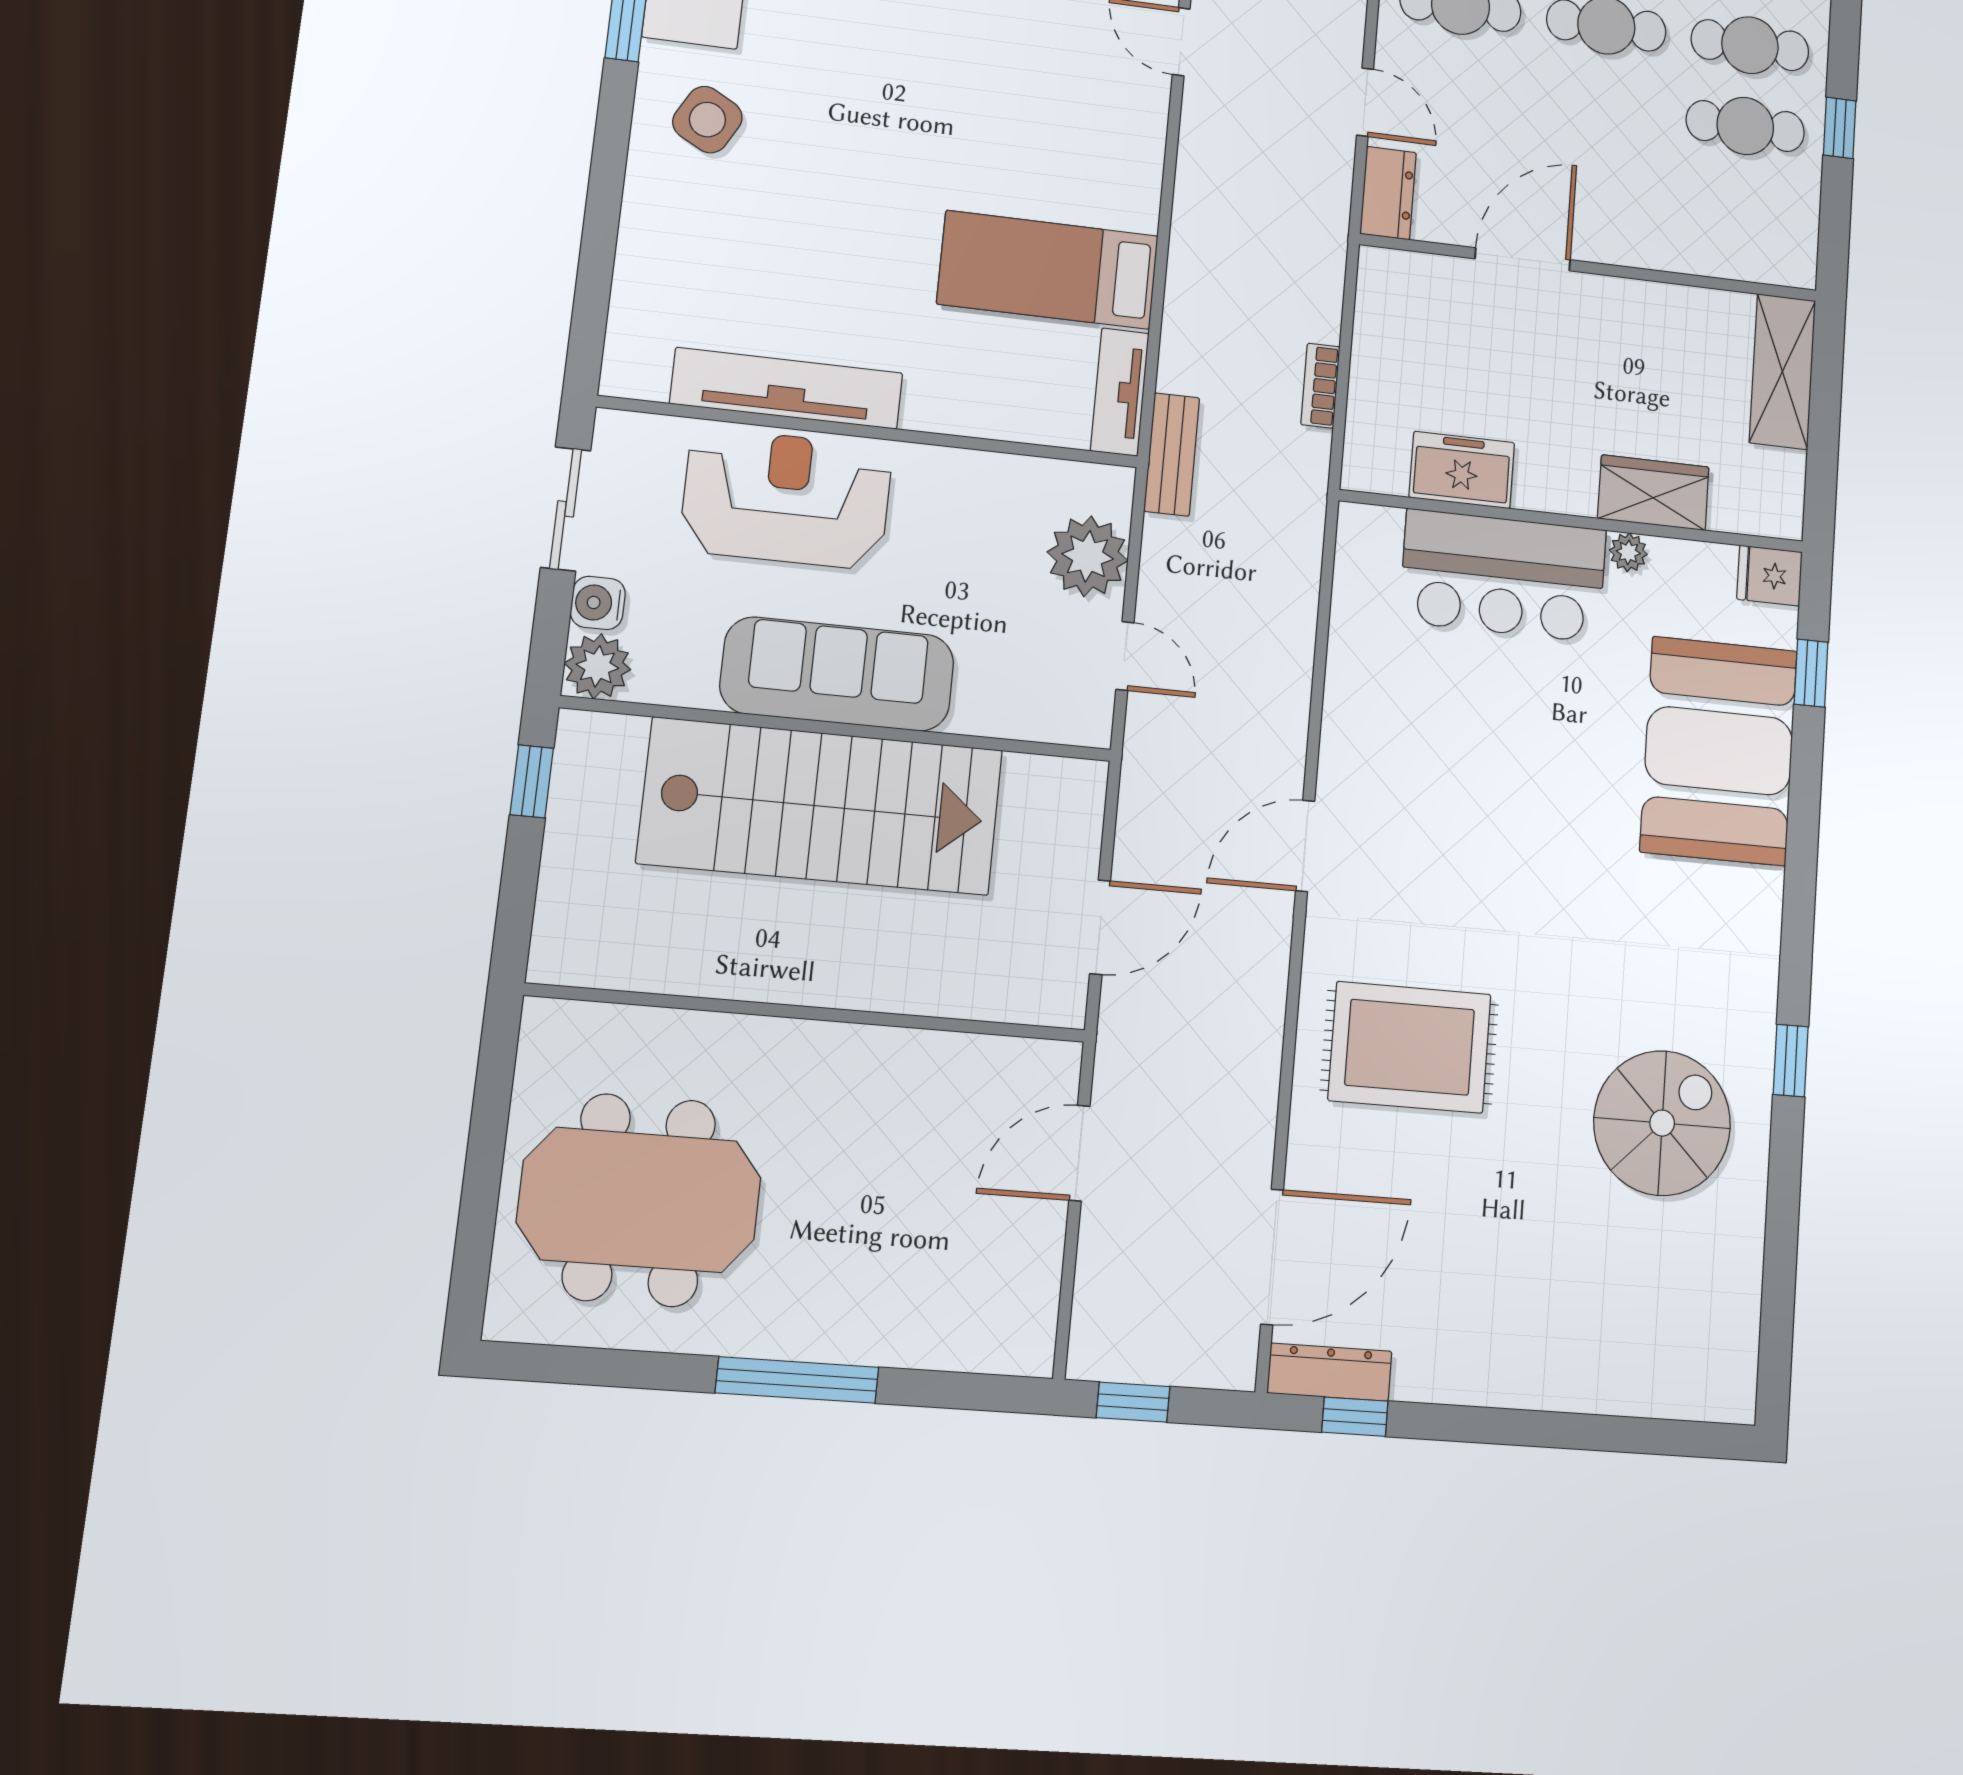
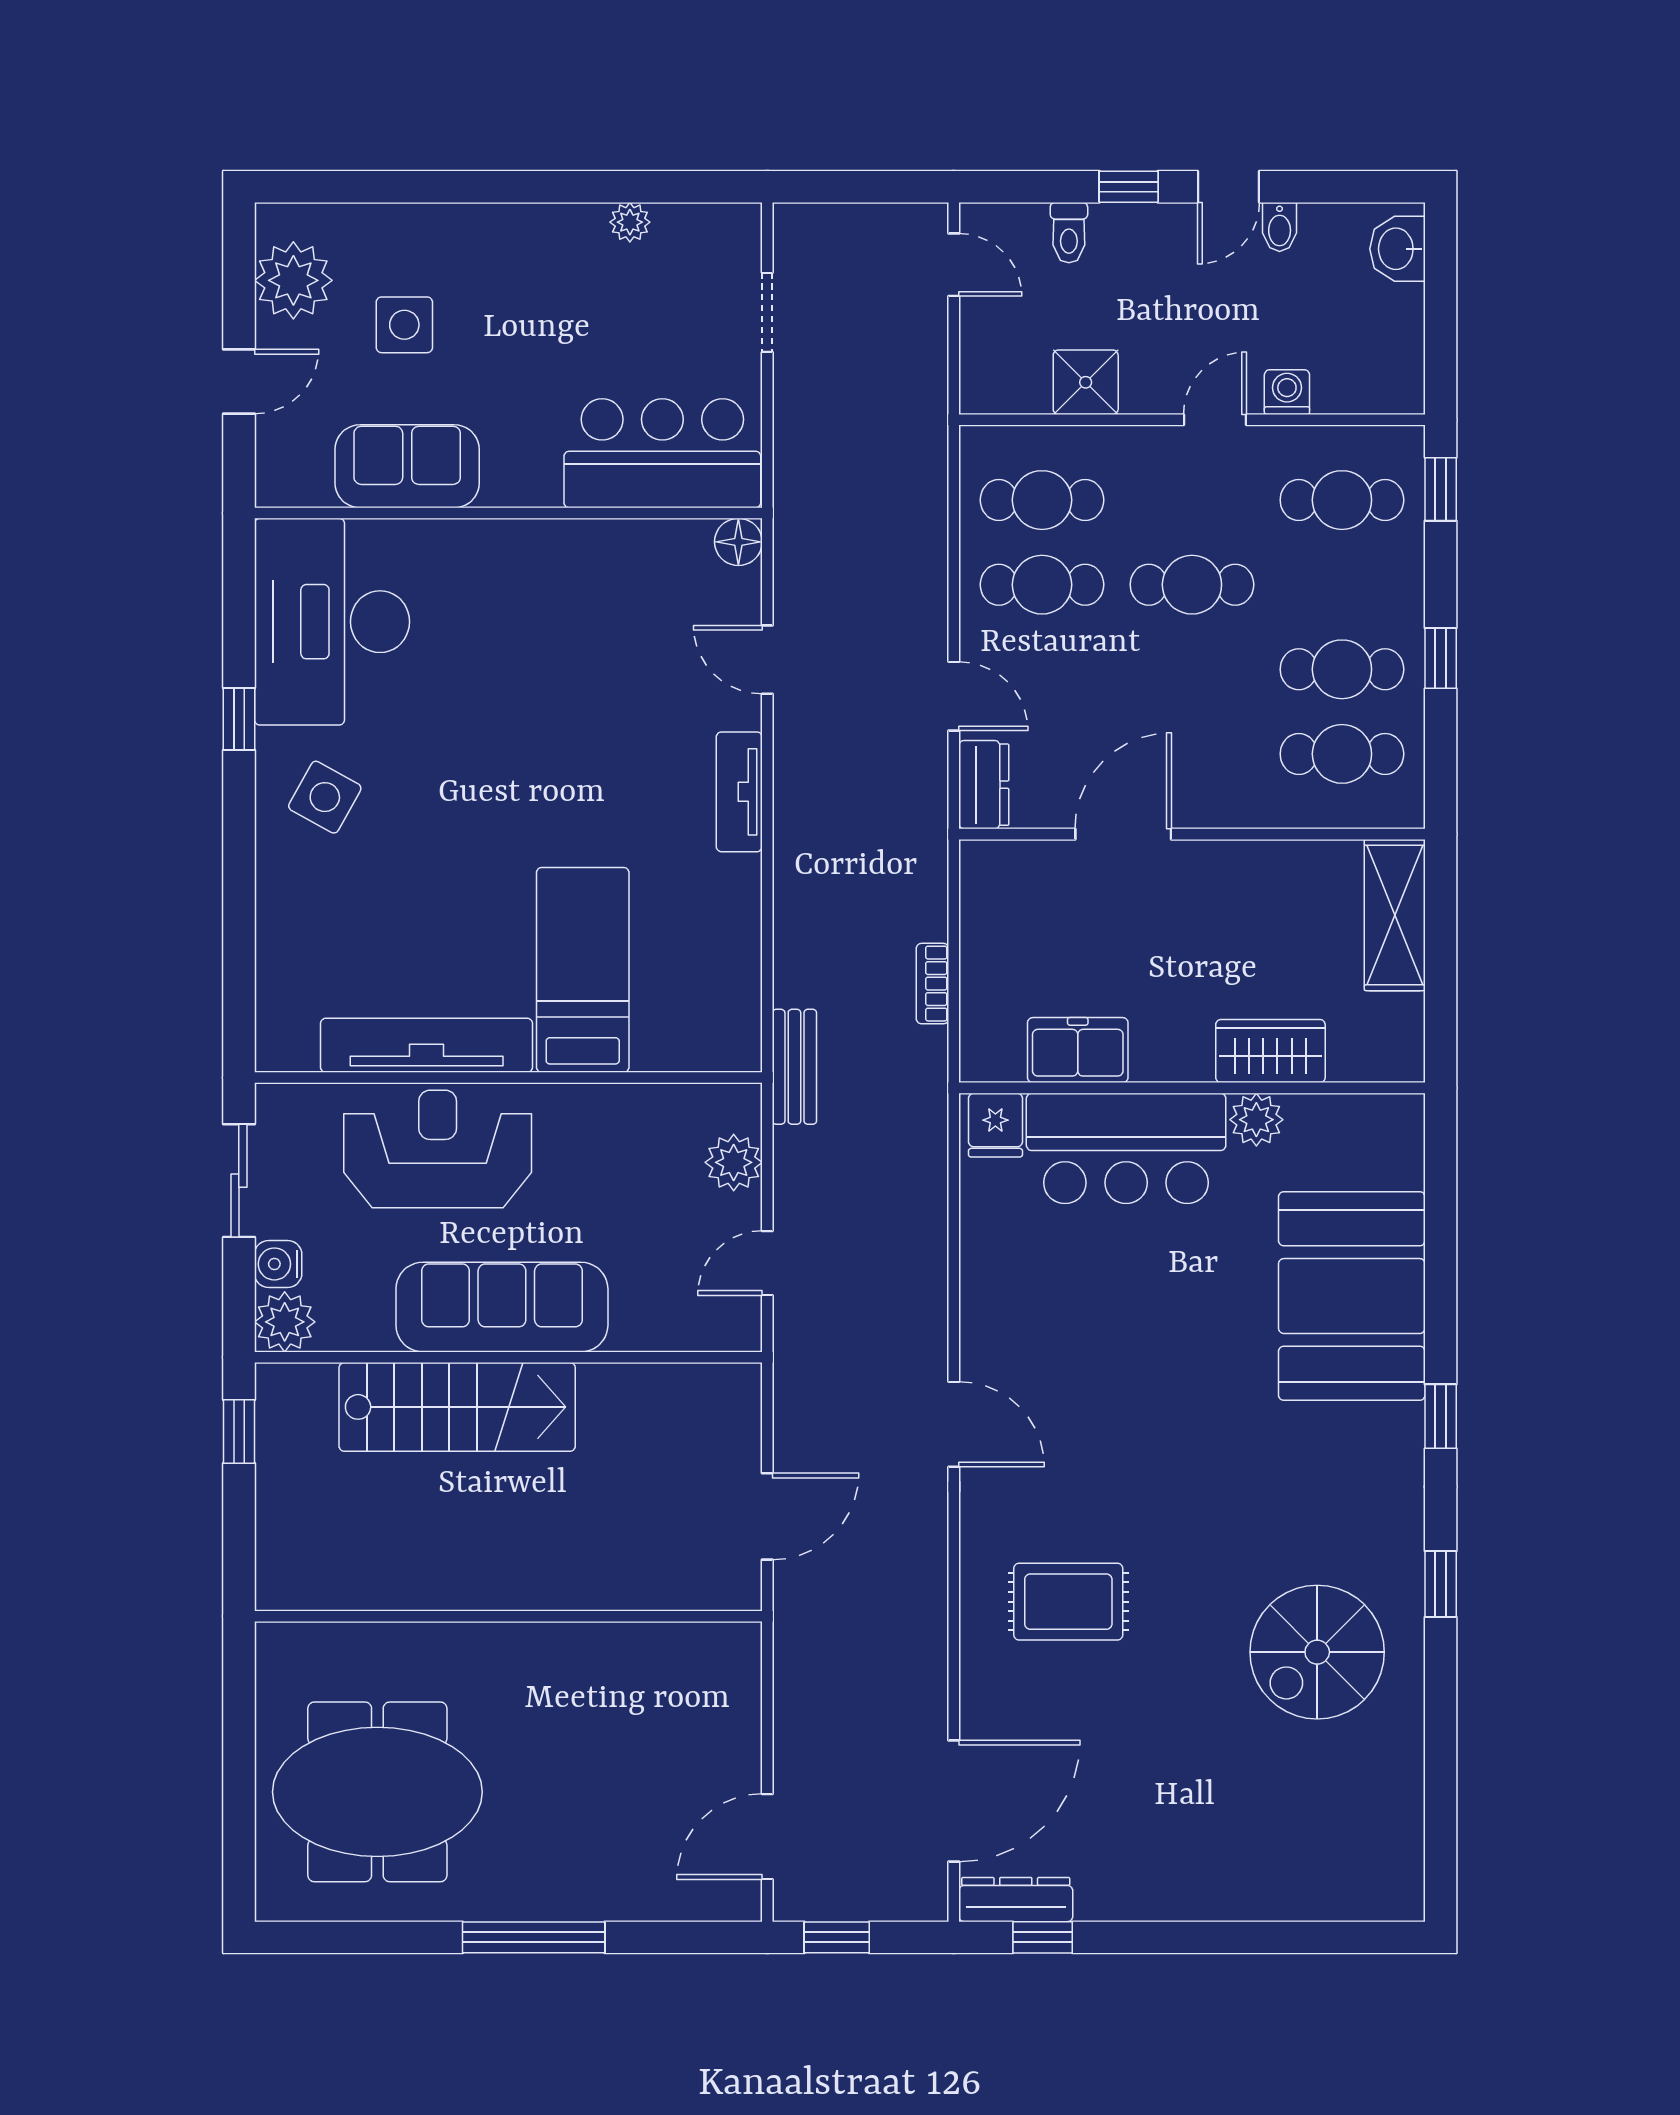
cafe table: (1750, 45) -> (1342, 754), moved
bed: (1048, 270) -> (583, 970), moved, turned 90
tv unit: (1120, 392) -> (739, 792), moved
plant: (1628, 552) -> (1256, 1120), width x1.38, depth x1.38
plant: (1088, 556) -> (734, 1162), width x0.73, depth x0.73
fridge: (1769, 576) -> (995, 1125), moved, turned -90
door: (1125, 656) -> (767, 1263), swing flipped
window: (1811, 673) -> (1441, 1416), moved
stairs: (821, 806) -> (457, 1407), width x0.73, depth x0.66
door: (1305, 846) -> (954, 1424), swing flipped
rug: (1410, 1047) -> (1068, 1602), width x0.73, depth x0.70
spiral stairs: (1662, 1123) -> (1317, 1652), turned 180
door: (1079, 1153) -> (767, 1837), moved

